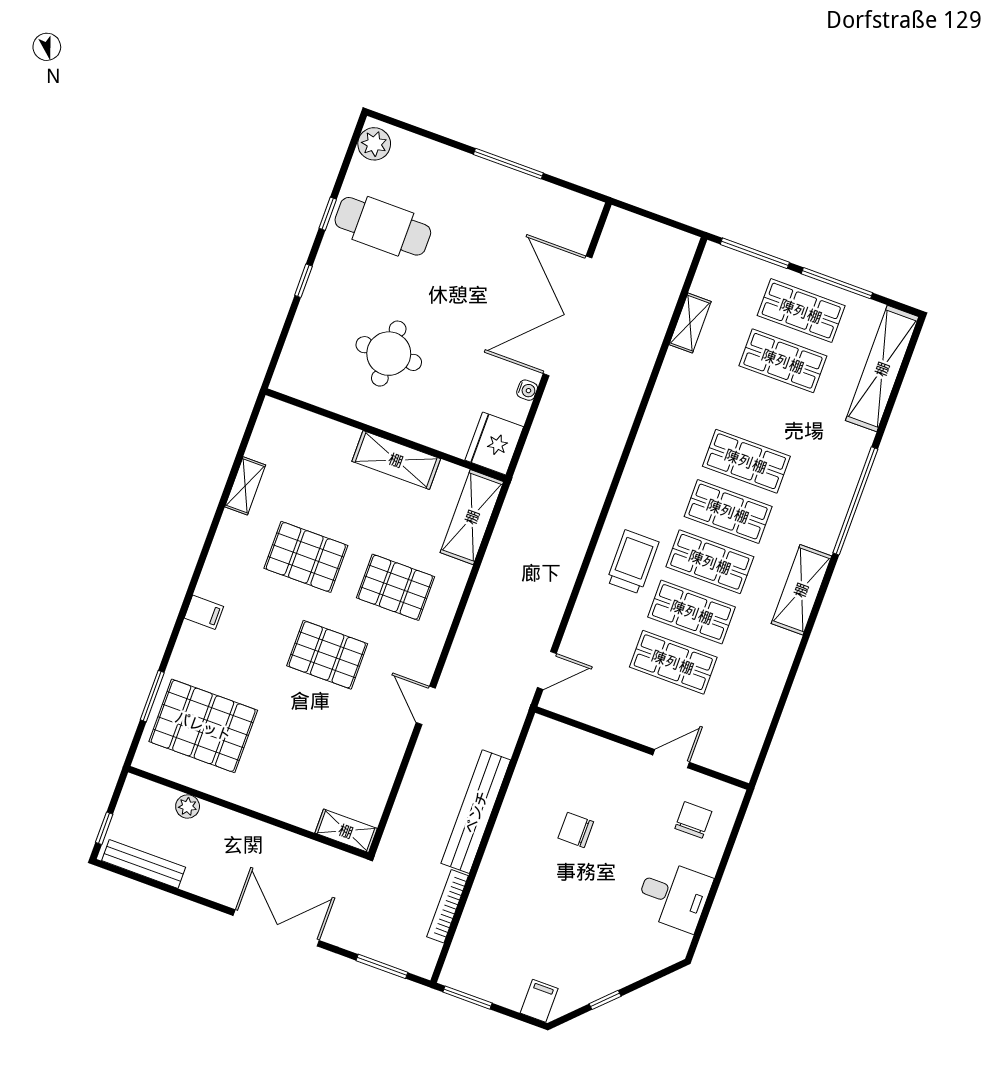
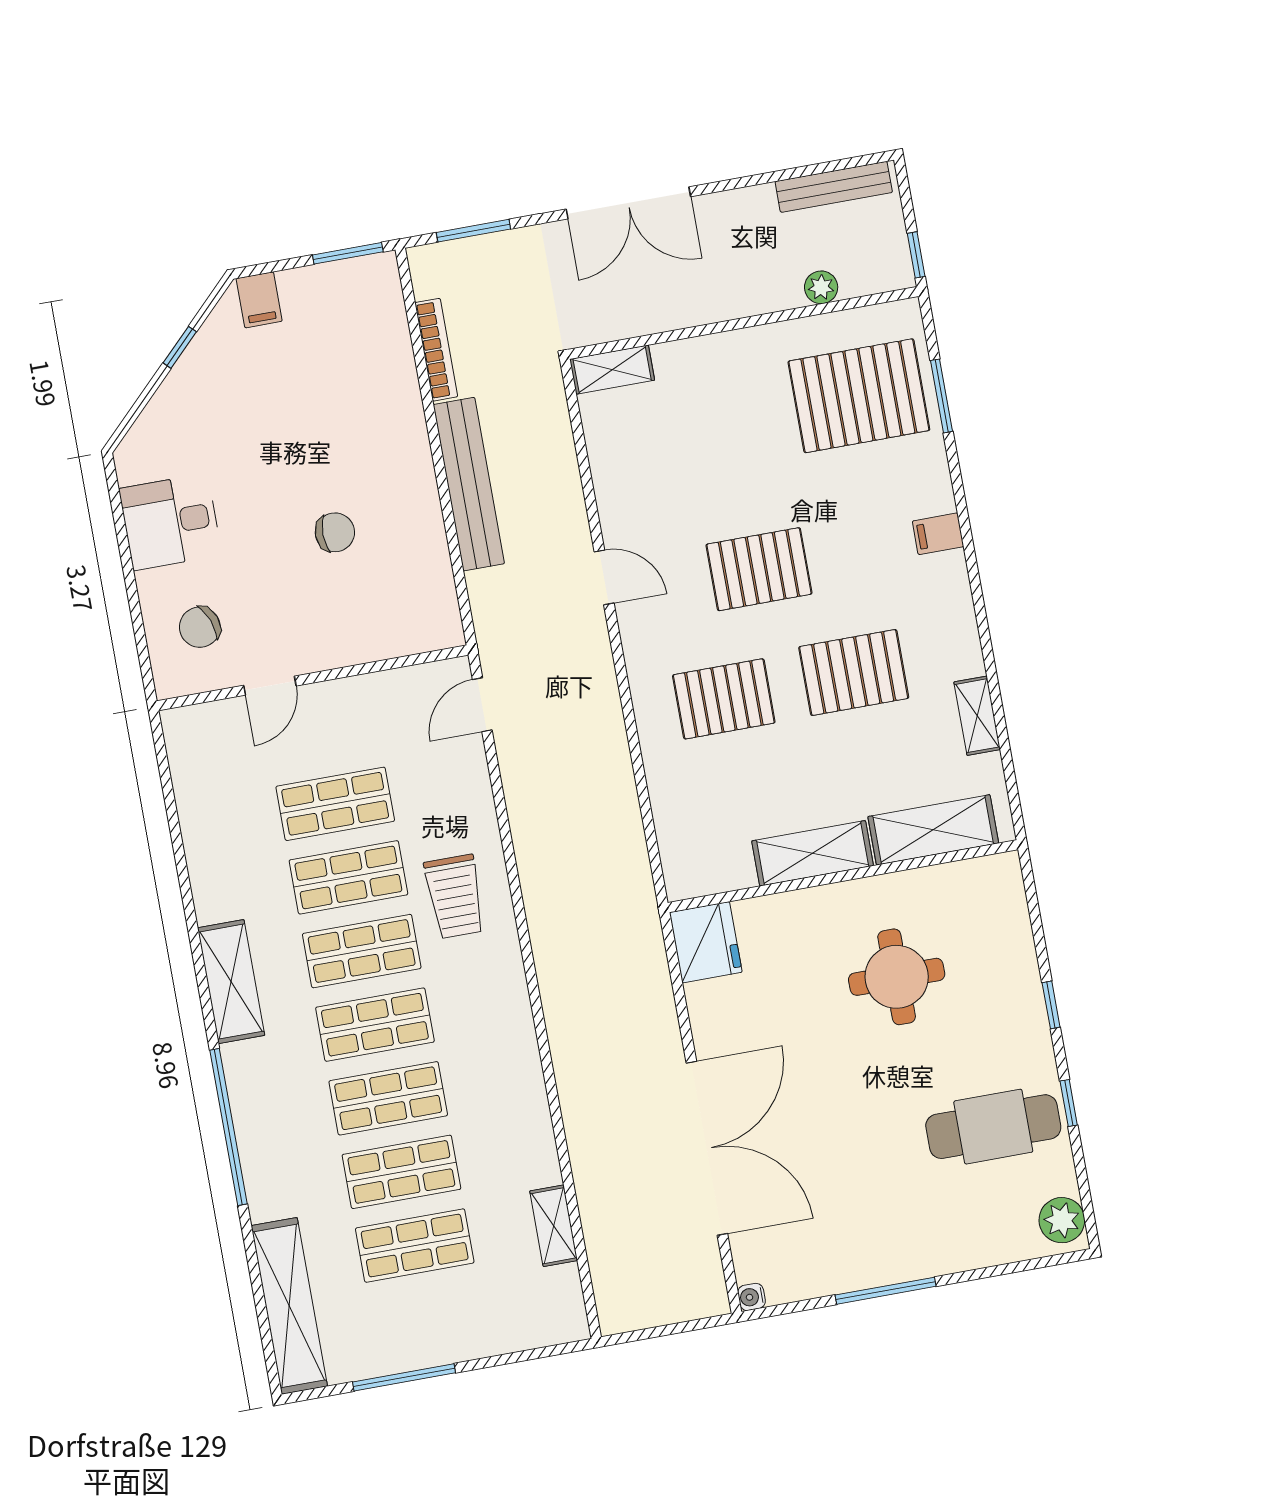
window: (755, 253) -> (524, 1356), removed
shop shelf: (801, 311) -> (401, 1172), moved
water cooler: (527, 390) -> (752, 1297), moved
shelving: (472, 517) -> (933, 830), moved, turned 90
chair: (693, 820) -> (200, 627), turned 69
window: (104, 828) -> (916, 255), moved

